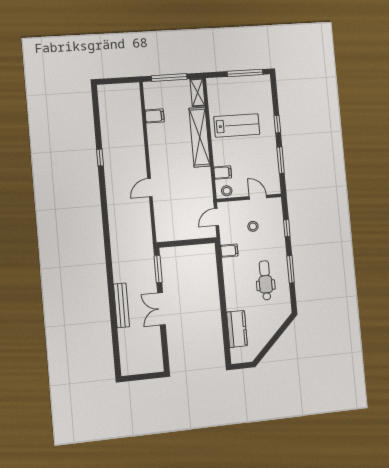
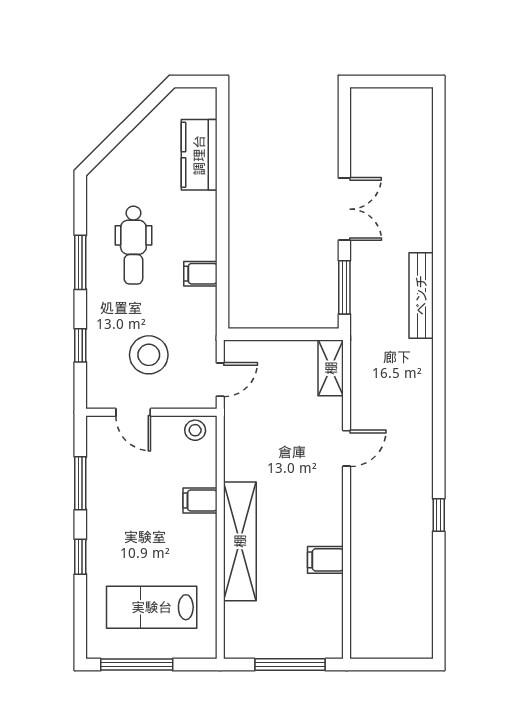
shelving: (198, 93) -> (331, 368), moved
filing cabinet: (155, 116) -> (325, 560), moved
lab bench: (237, 125) -> (152, 607), moved
filing cabinet: (223, 172) -> (200, 500), moved
stool: (253, 226) -> (149, 355), width x1.89, depth x1.89
filing cabinet: (229, 251) -> (200, 274), moved
bench: (122, 305) -> (421, 295), moved

